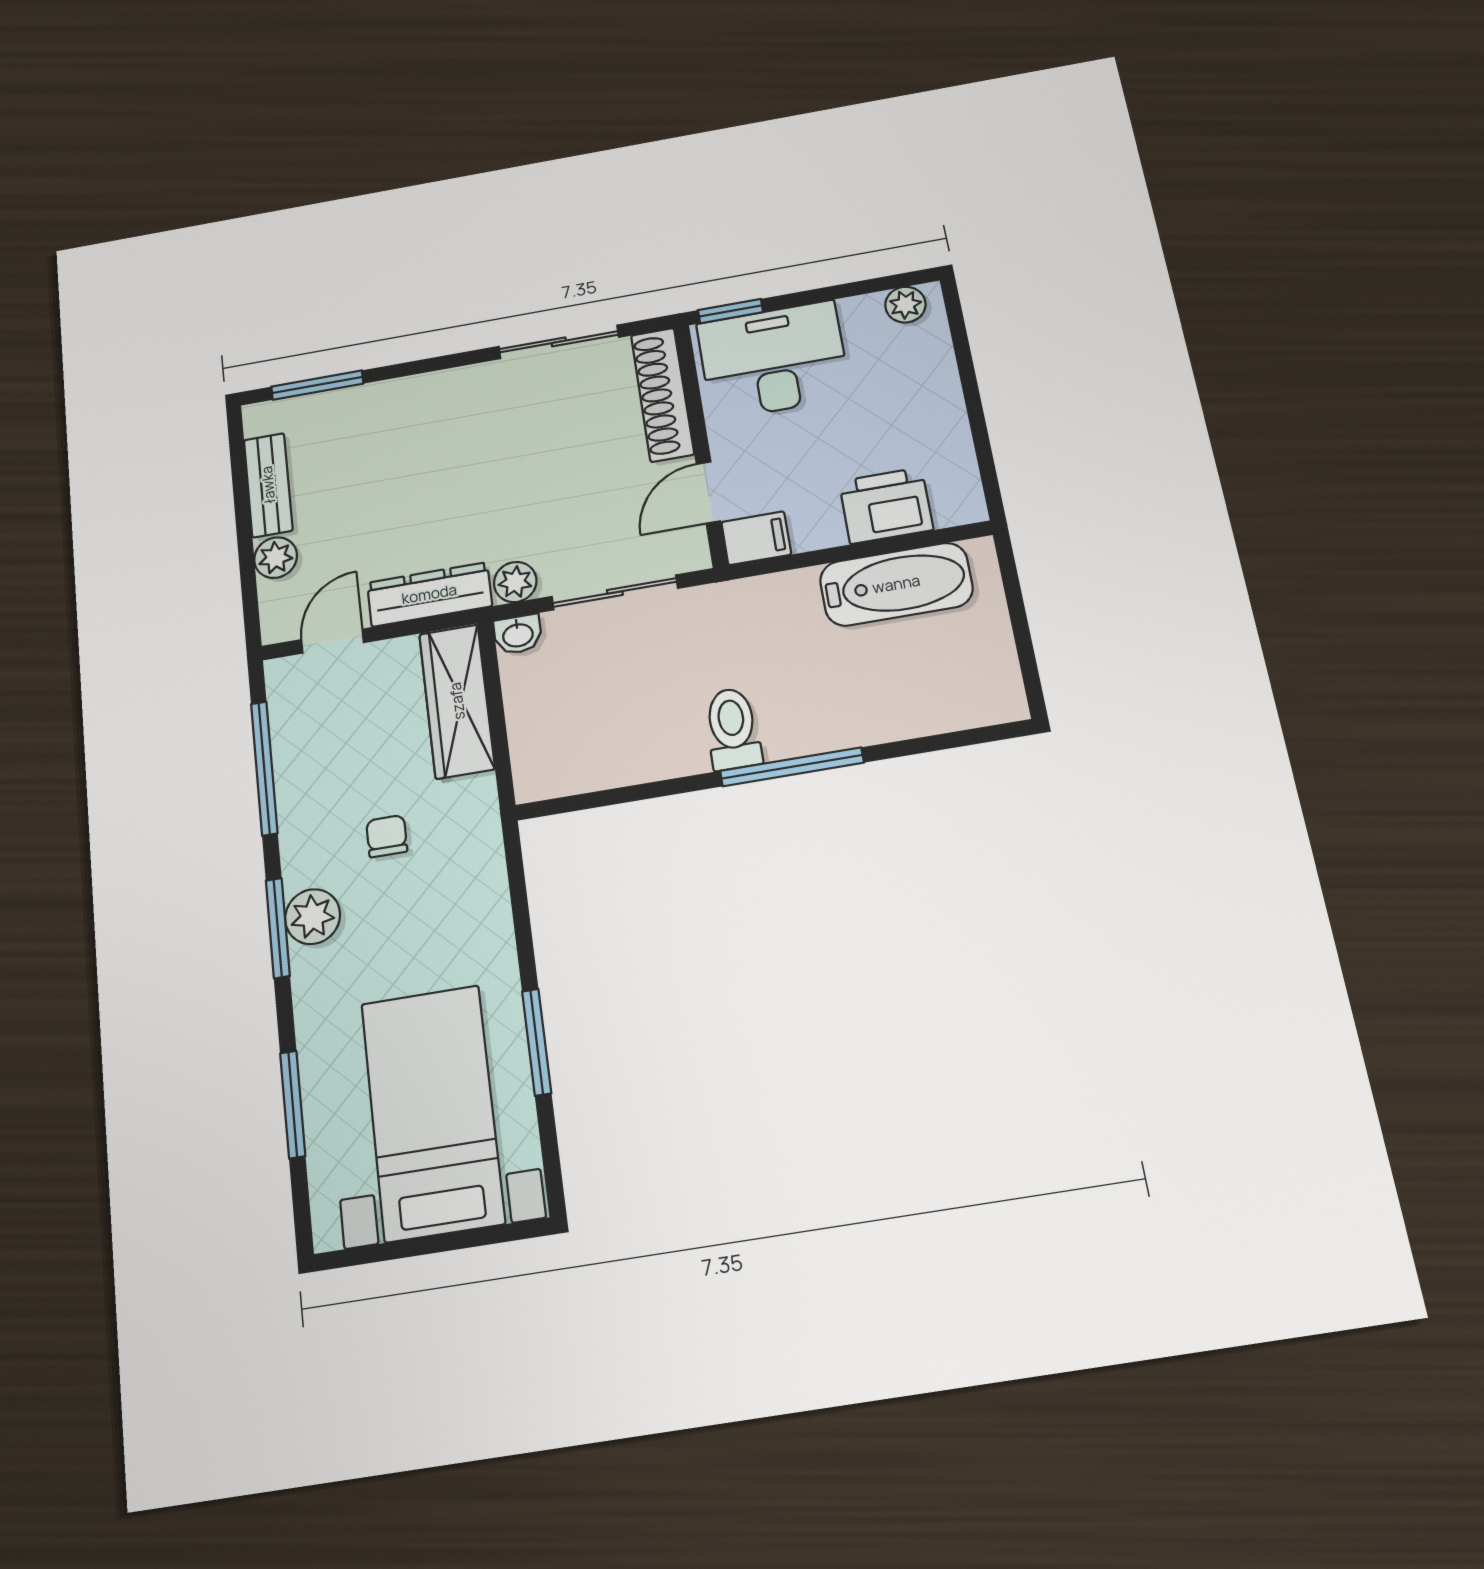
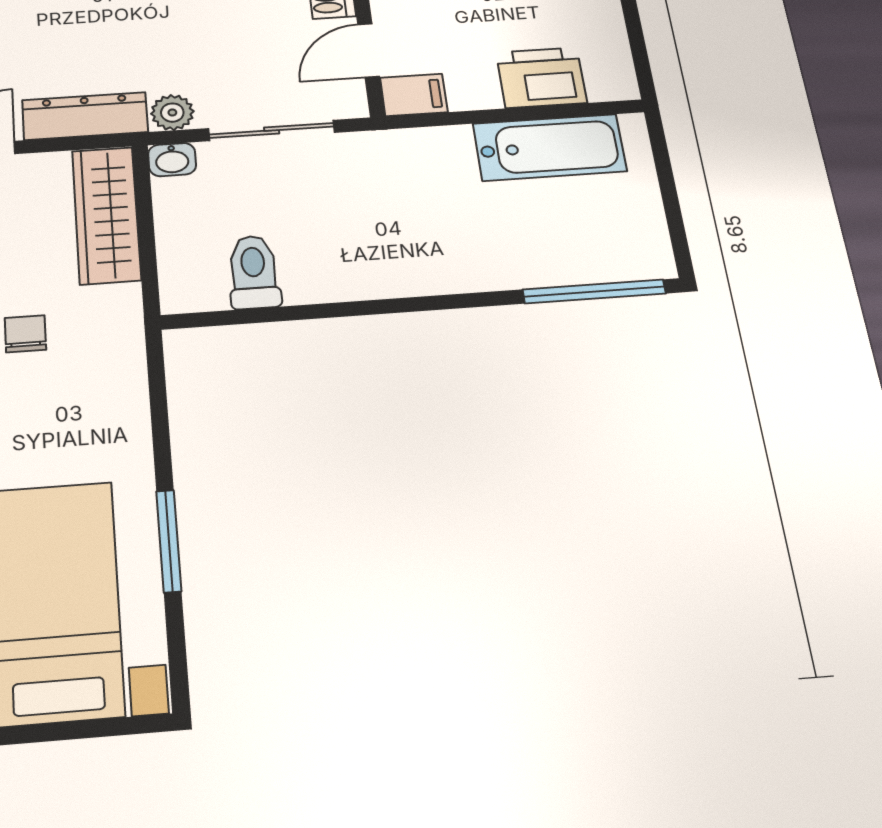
toilet: (733, 729) -> (254, 272), moved
window: (792, 767) -> (594, 291), moved

